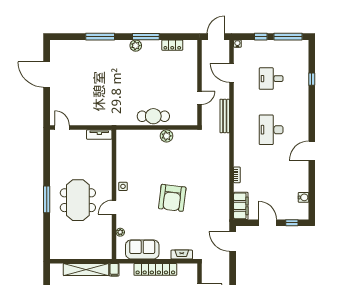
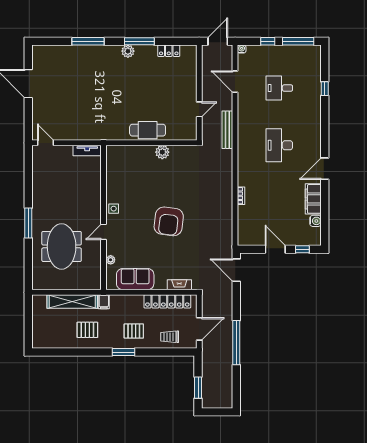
meeting table: (78, 200) -> (62, 246), moved
filing cabinet: (241, 206) -> (313, 199), moved, turned 180
locker: (155, 269) -> (167, 301), moved

